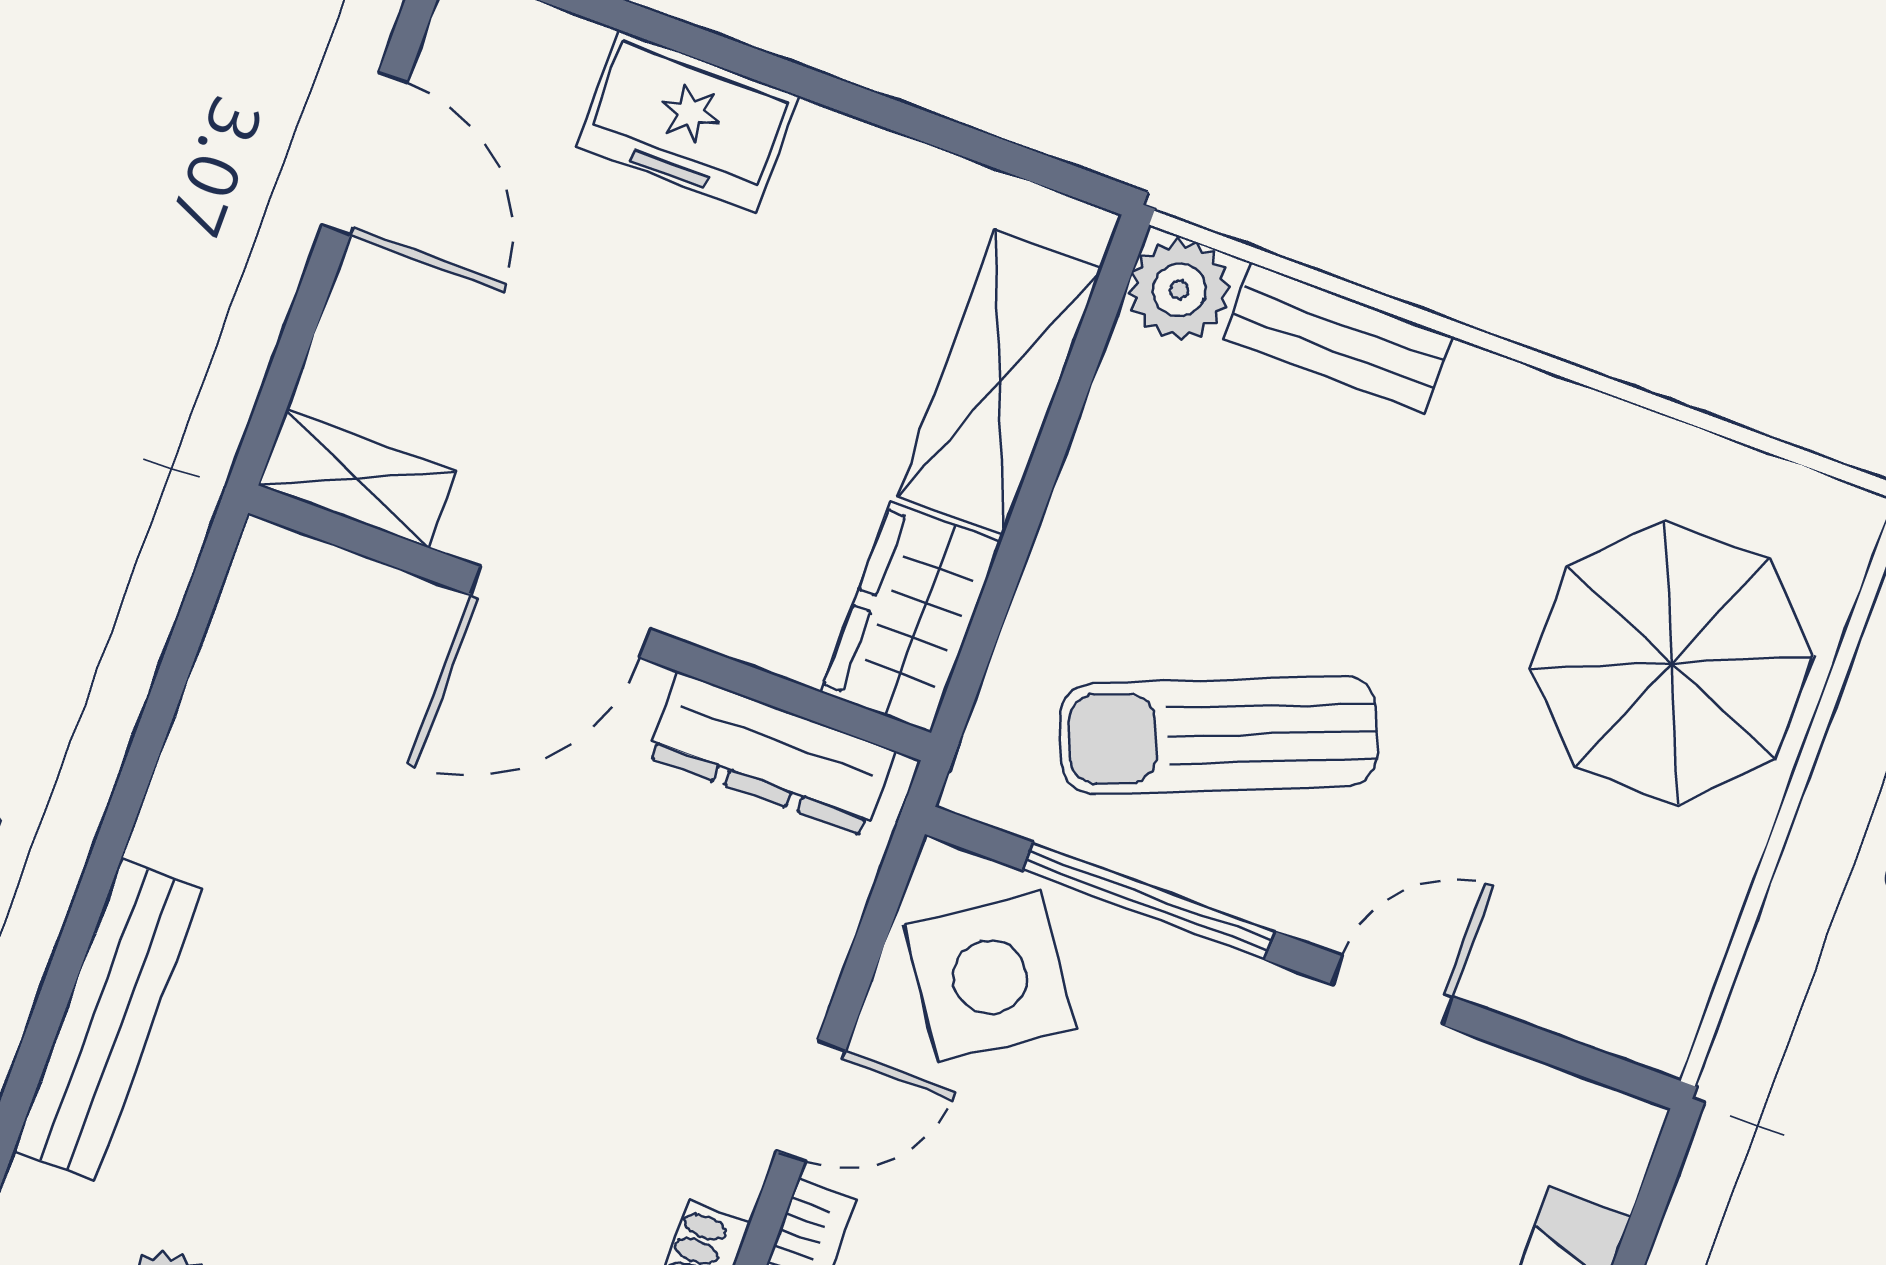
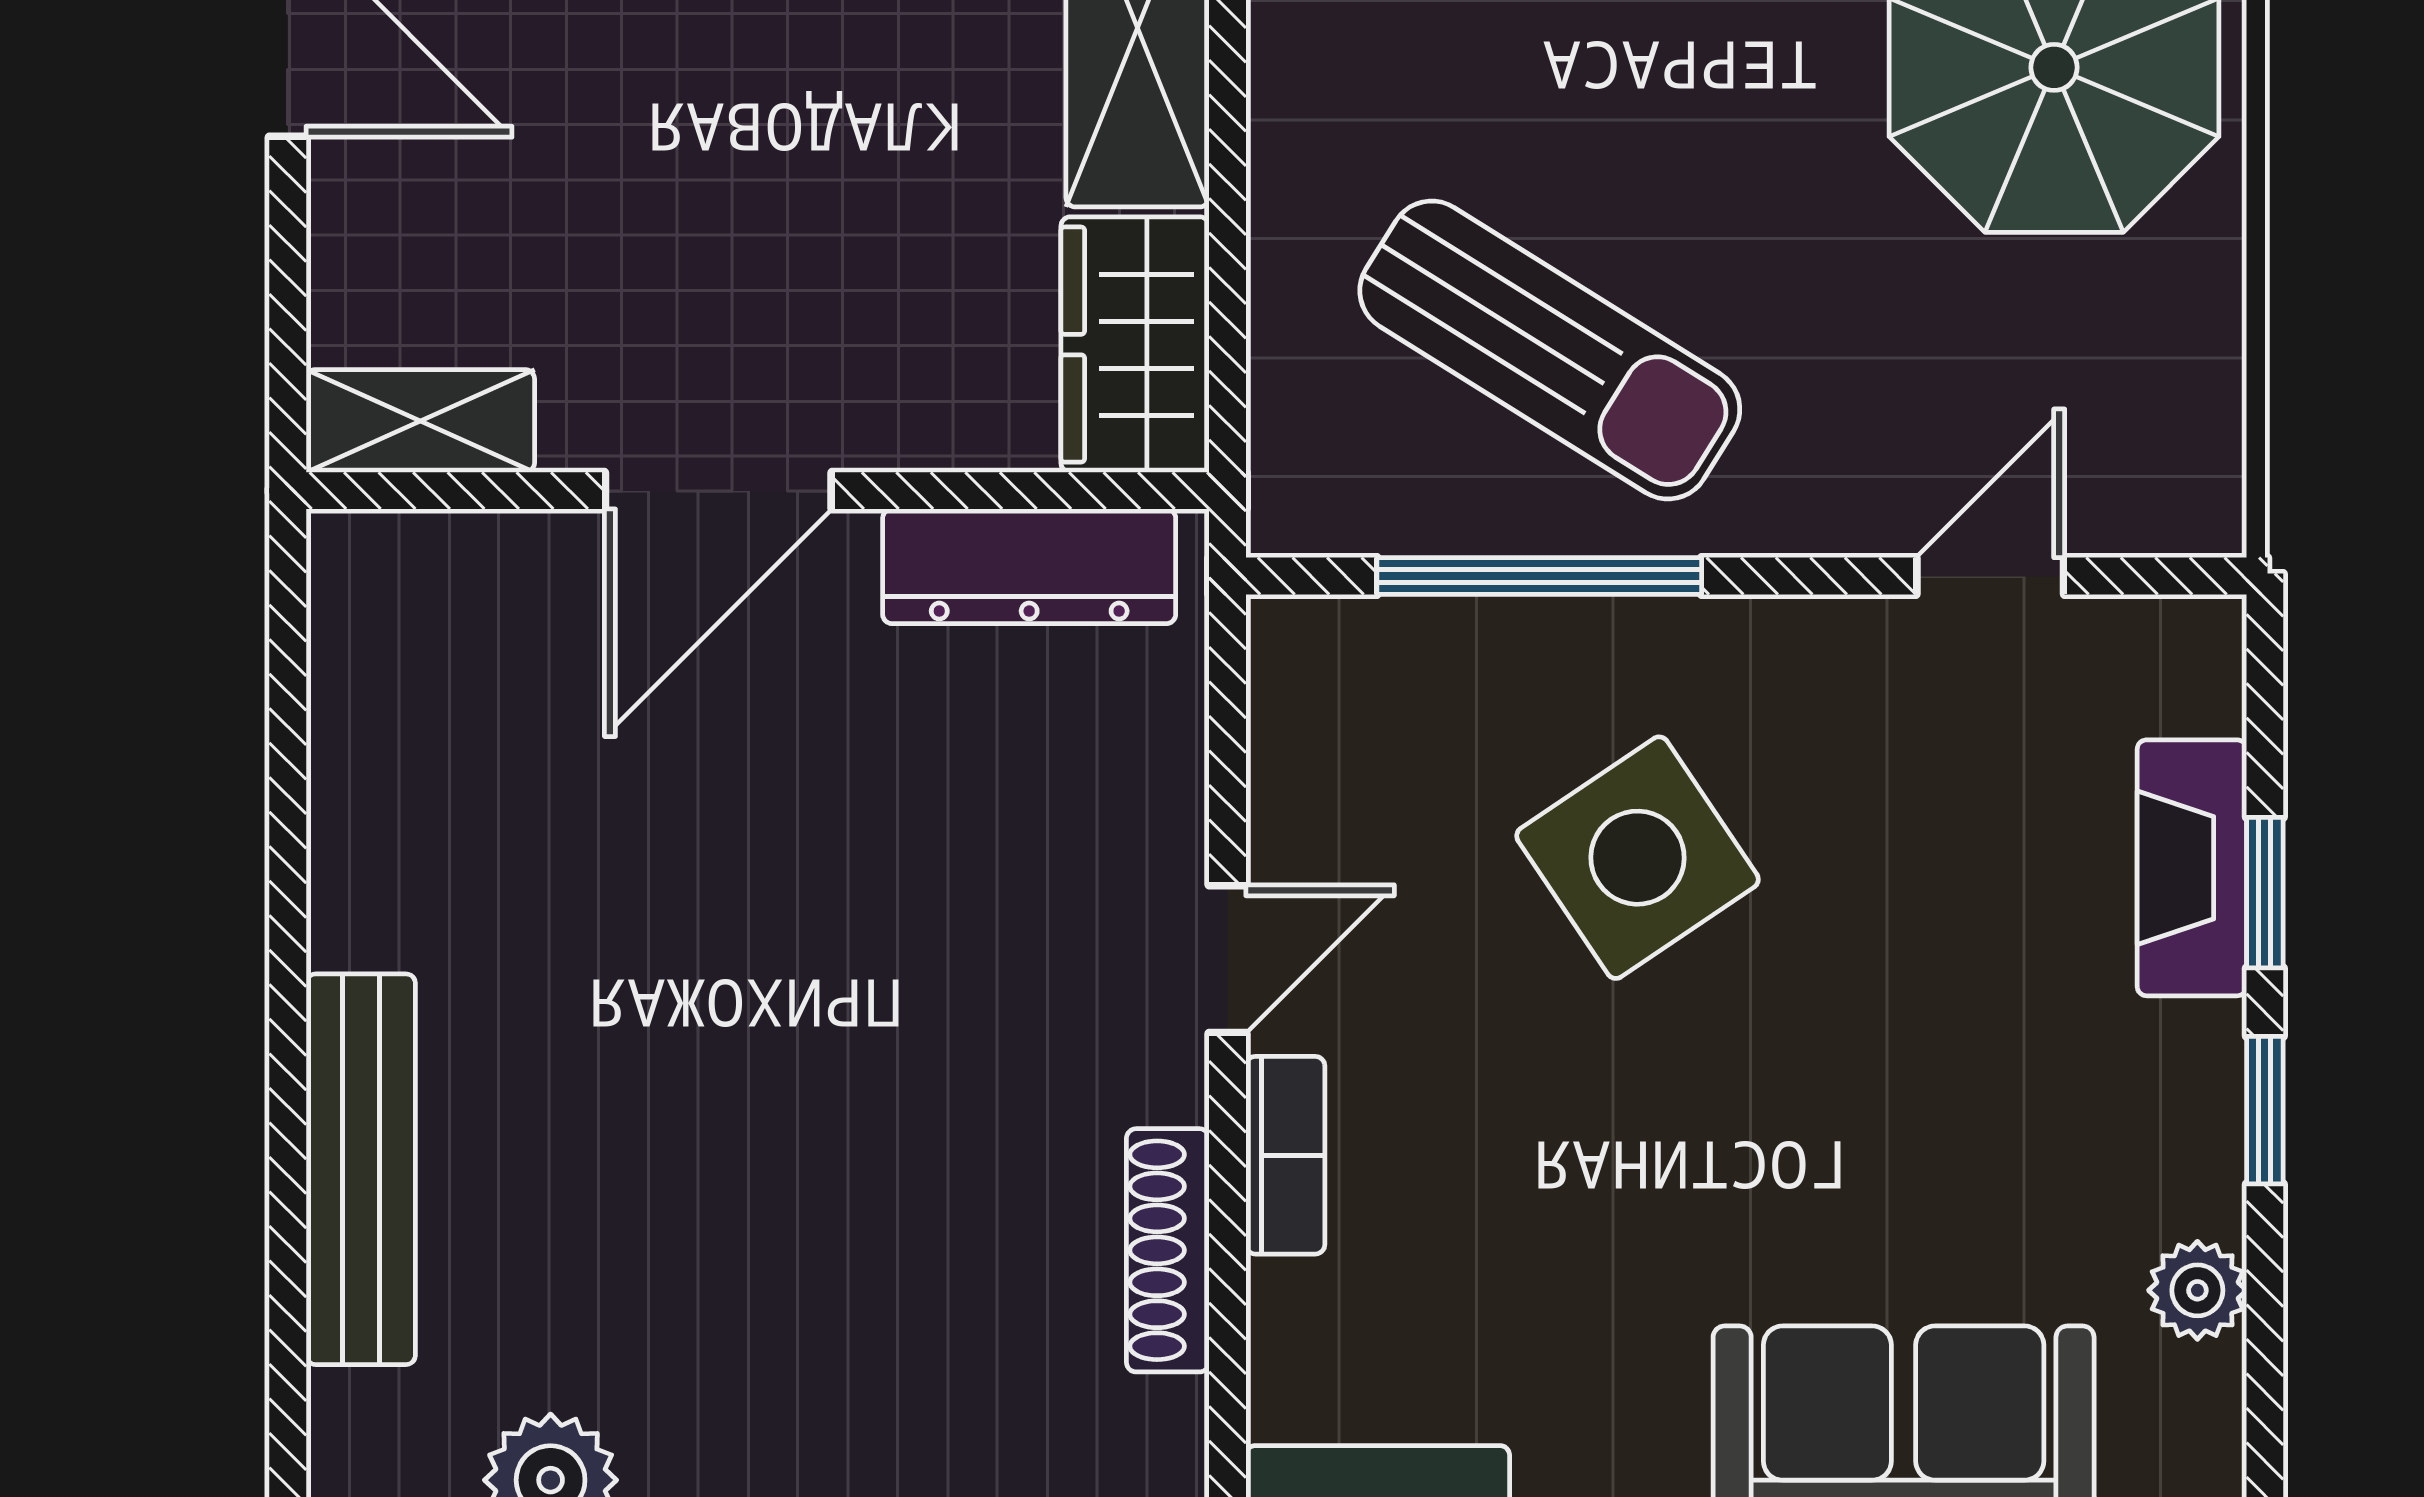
sun lounger: (1218, 735) -> (1550, 350), turned -126
side table: (990, 977) -> (1637, 858), moved
door: (1392, 991) -> (1990, 576), moved

